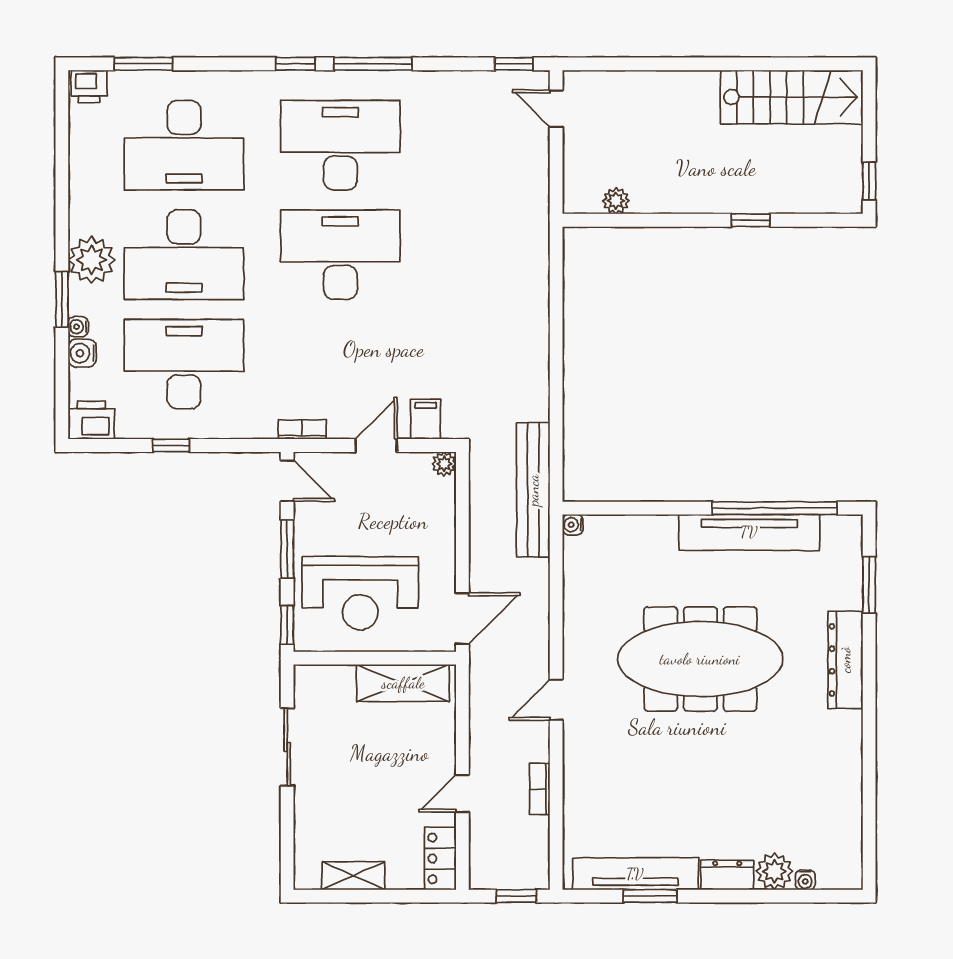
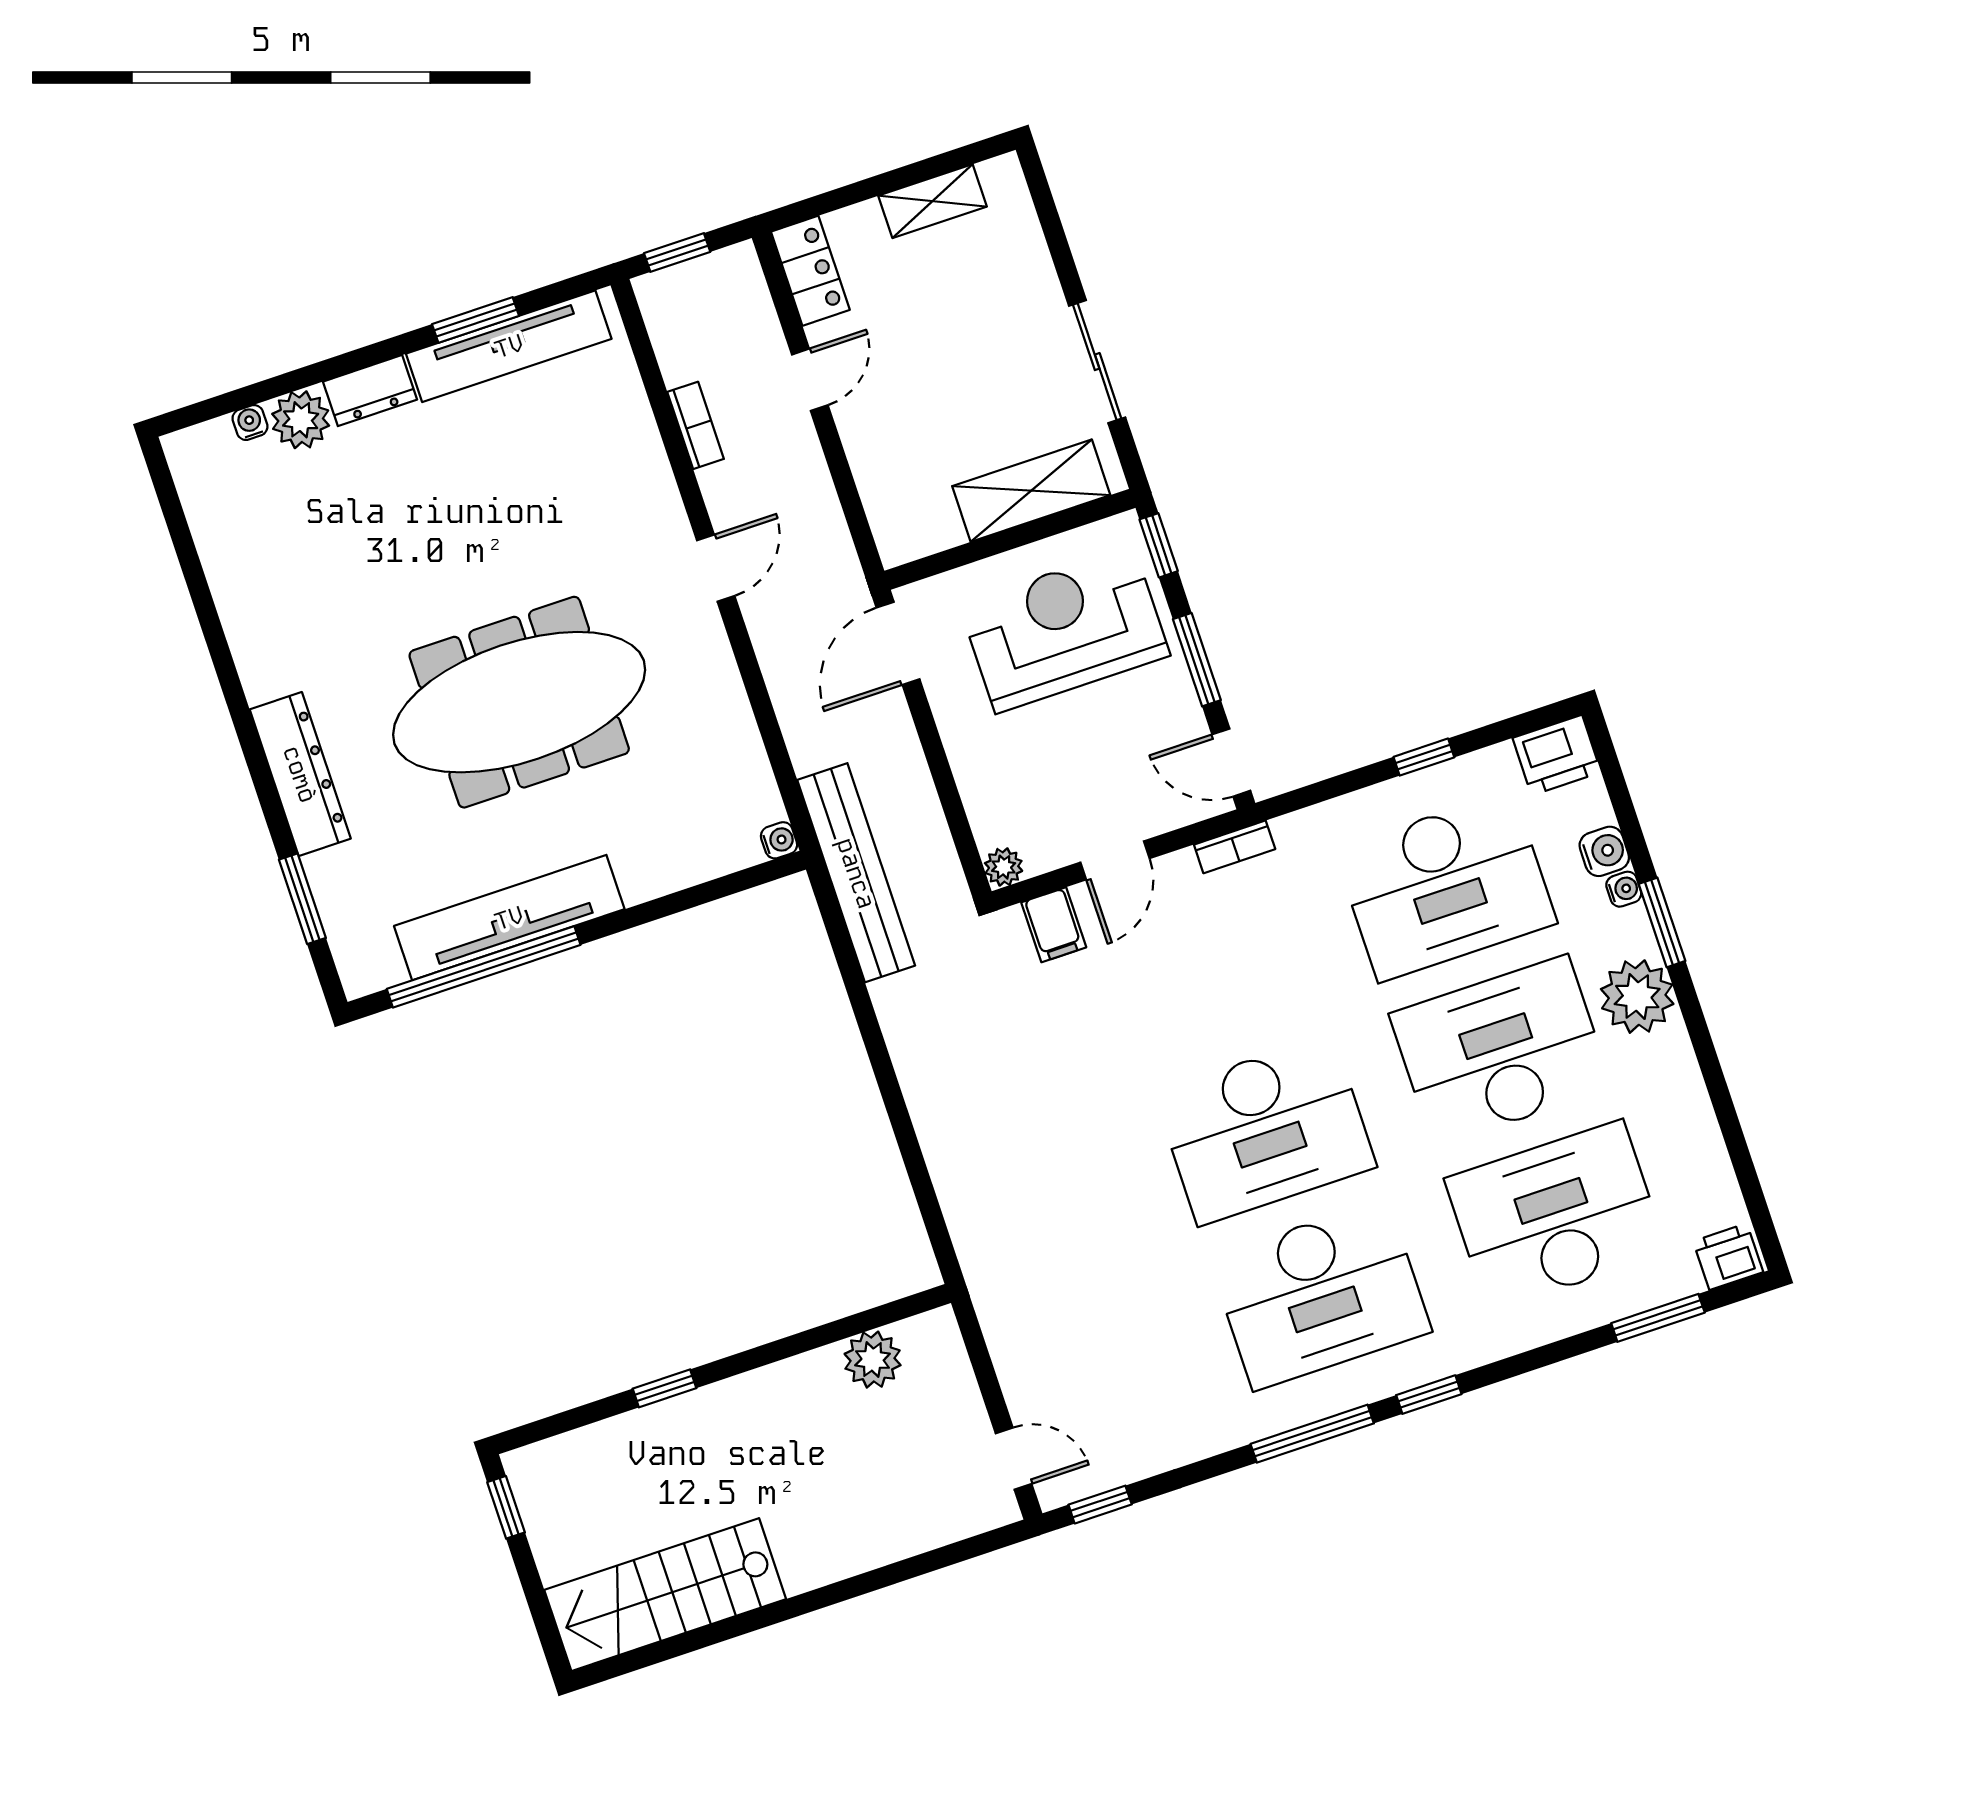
plant: (616, 201) -> (873, 1360), width x1.38, depth x1.38
shelving: (403, 683) -> (1031, 491), moved

